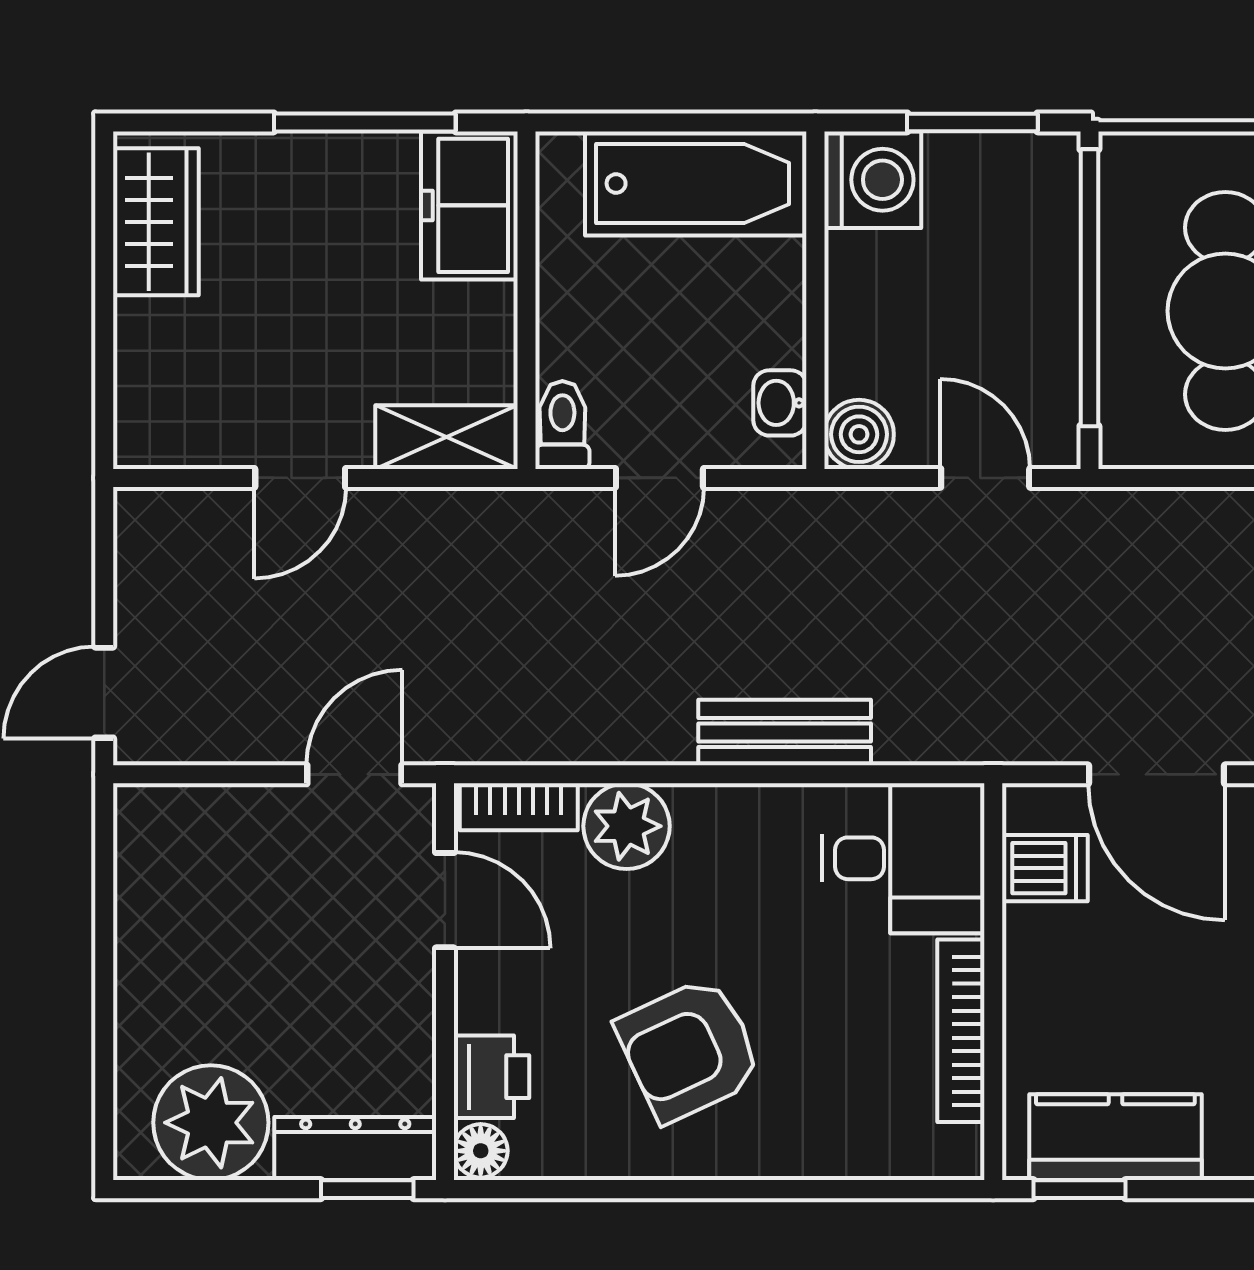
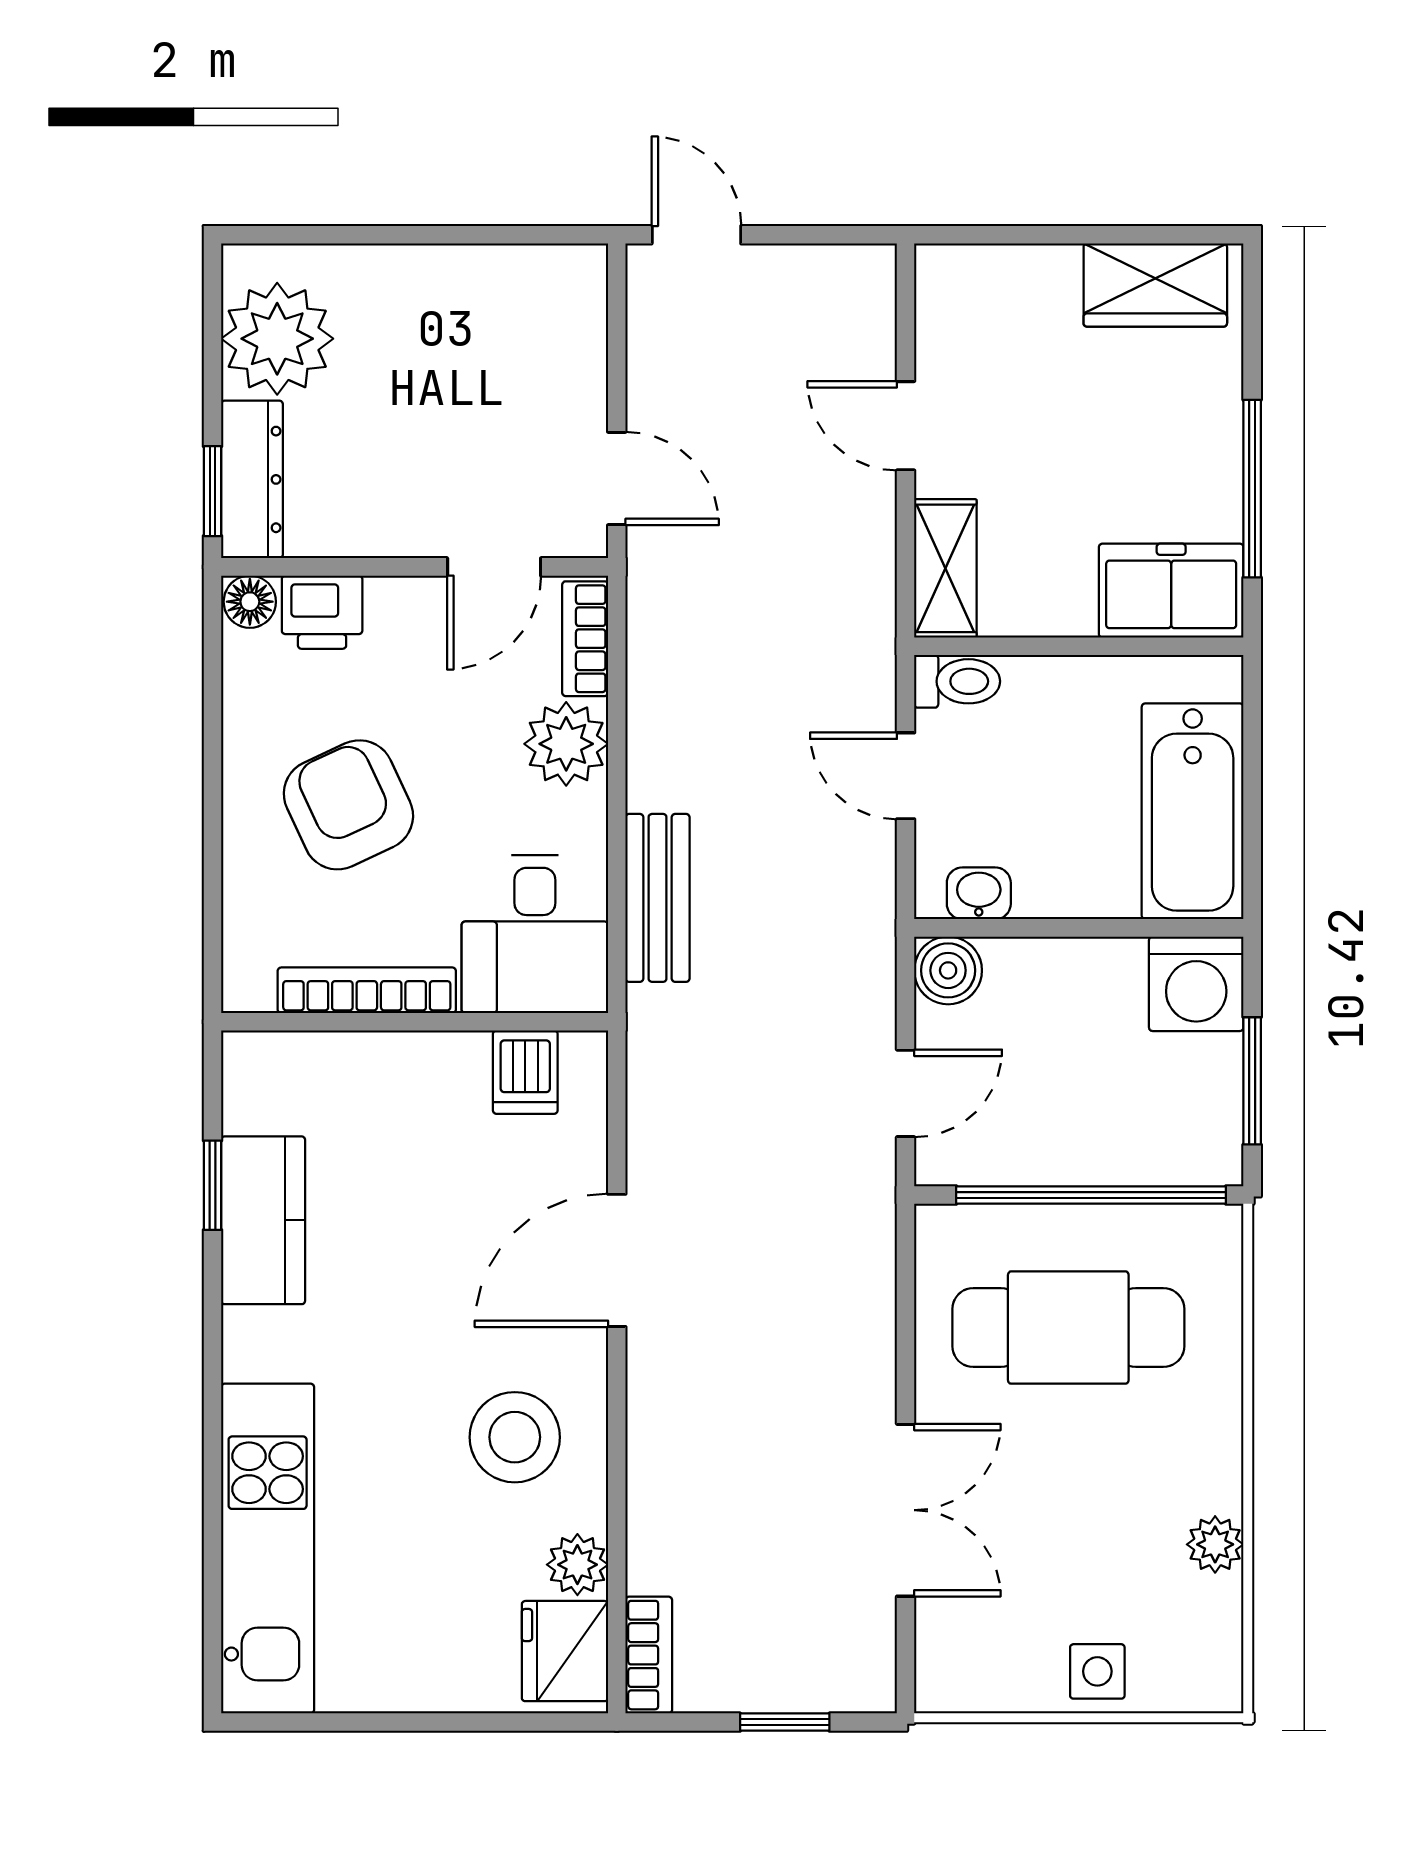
desk: (903, 858) -> (535, 934), moved
dishwasher: (1045, 868) -> (525, 1072), moved
wall: (993, 982) -> (415, 1022), moved
bookcase: (961, 1031) -> (367, 990), moved

